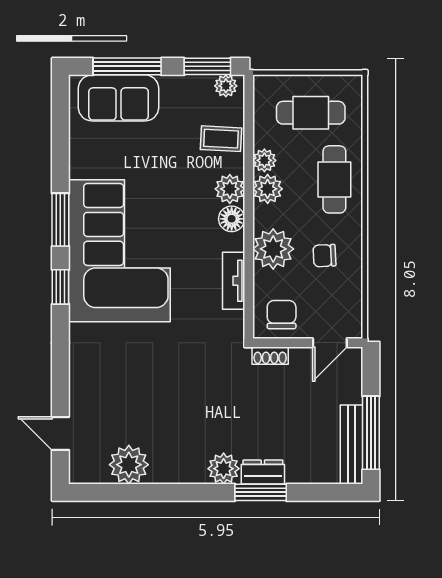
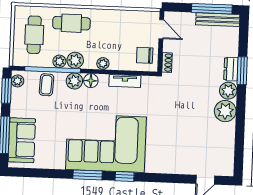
window: (249, 149) -> (53, 70), added
plant: (273, 249) -> (103, 63), width x0.53, depth x0.53
chair: (324, 256) -> (113, 30), removed
plant: (129, 465) -> (225, 111), moved

